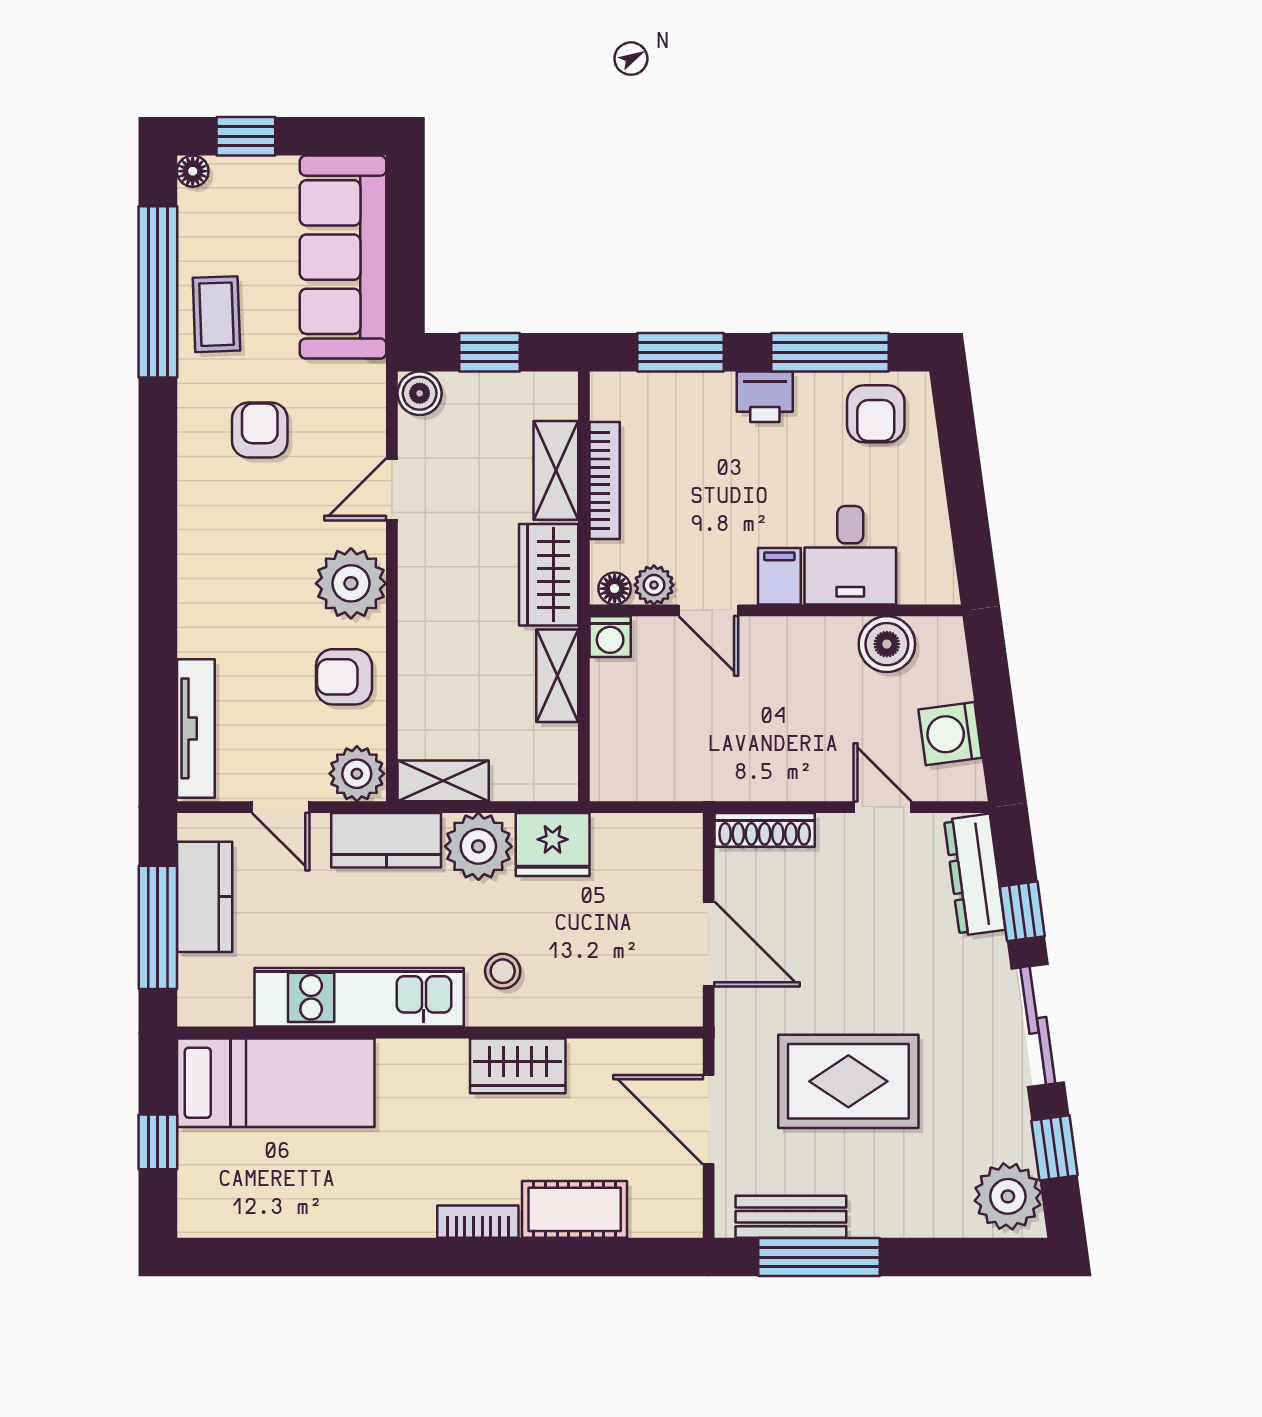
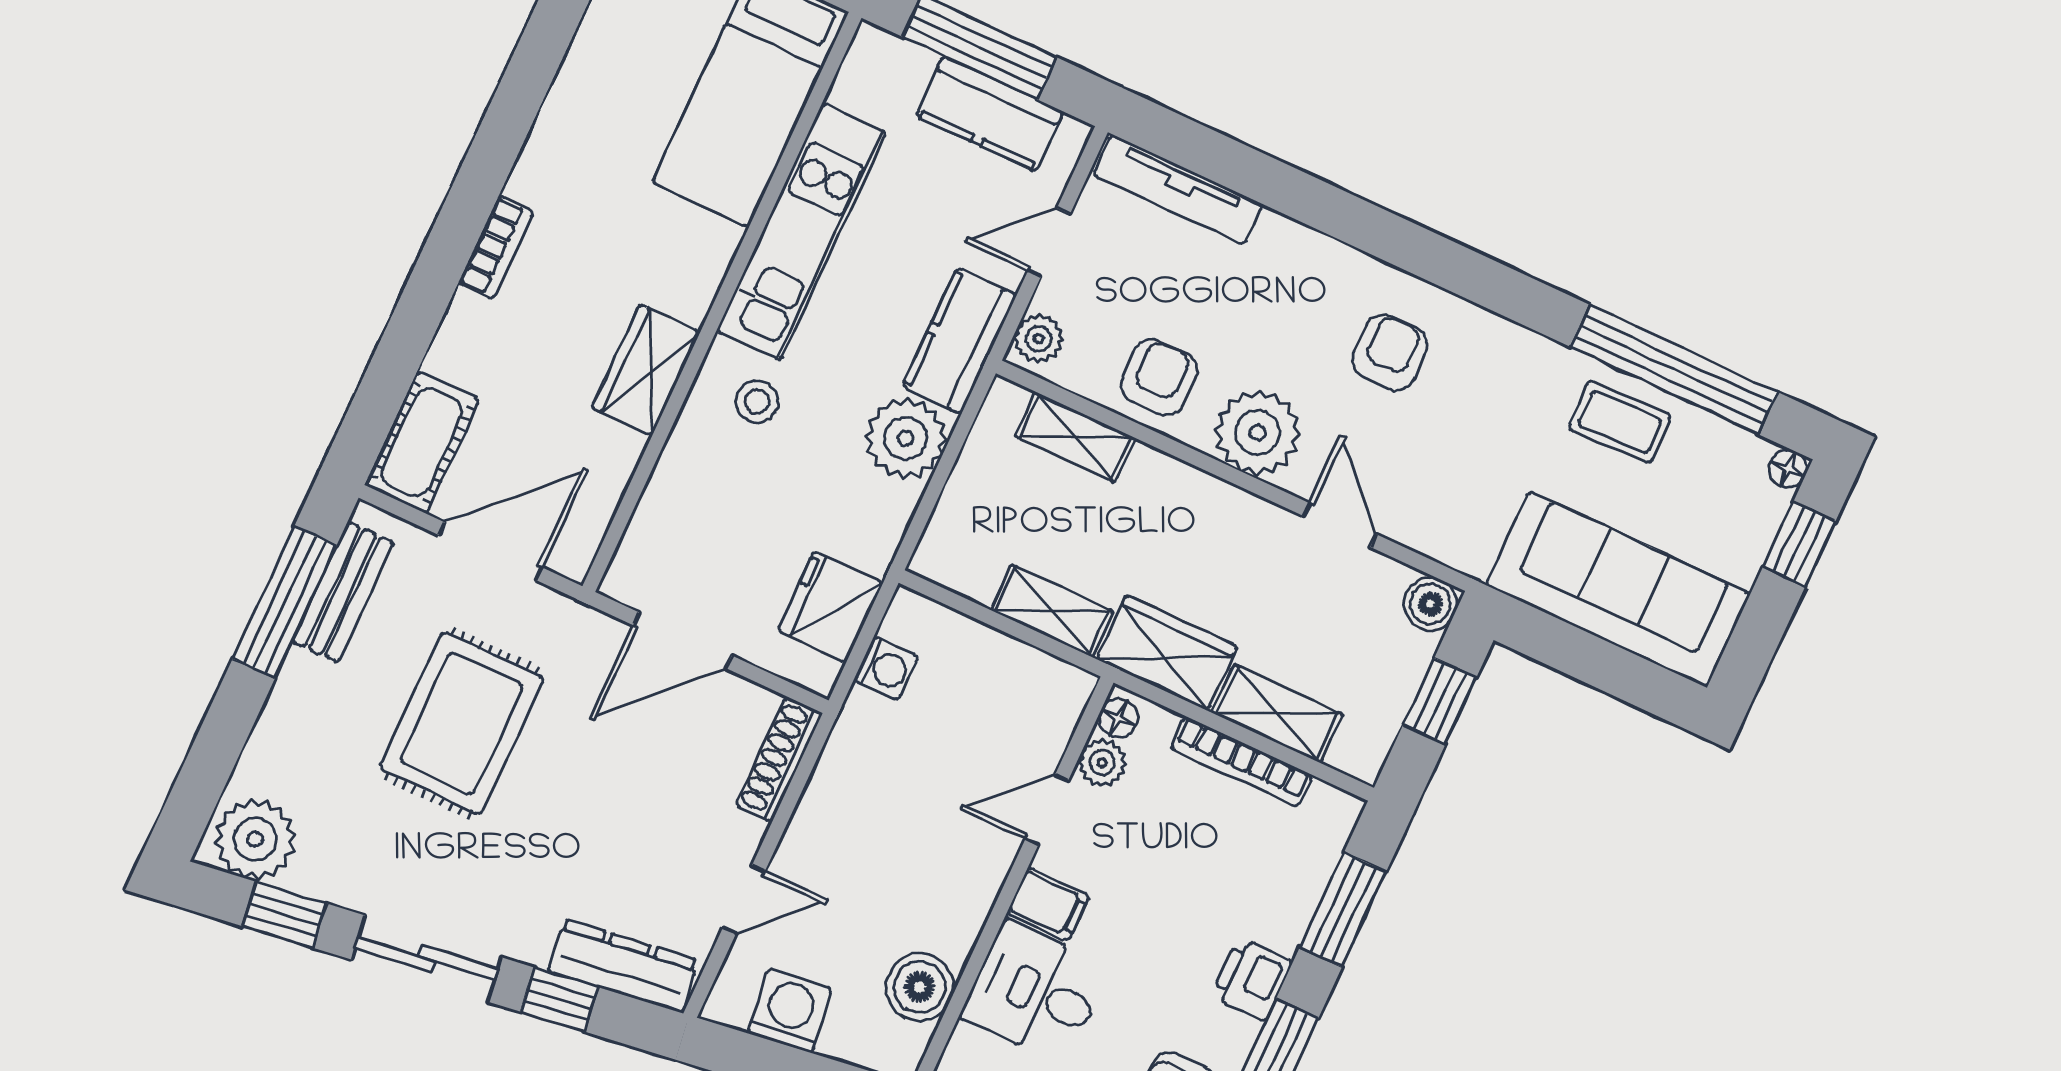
armchair: (260, 430) -> (1390, 352), moved, turned -90
washing machine: (610, 637) -> (886, 668), moved, turned 180
plant: (357, 774) -> (1039, 339), width x0.73, depth x0.73
shelving: (443, 781) -> (1075, 437), moved, turned 90
fridge: (553, 844) -> (830, 607), moved
cot: (575, 1209) -> (422, 442), moved

